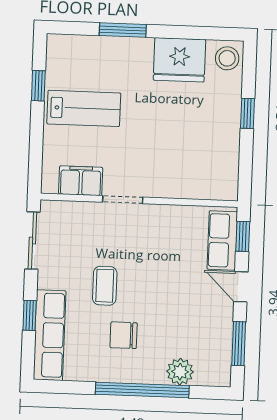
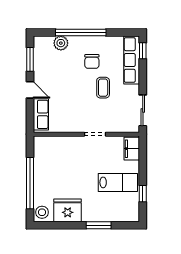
lab bench: (84, 108) -> (118, 182), turned 180
window: (247, 113) -> (30, 183), width x3.17
filing cabinet: (81, 181) -> (132, 149), moved, turned 90
window: (243, 236) -> (30, 117), removed
window: (30, 315) -> (143, 51), moved
chair: (124, 335) -> (92, 61), turned 90

